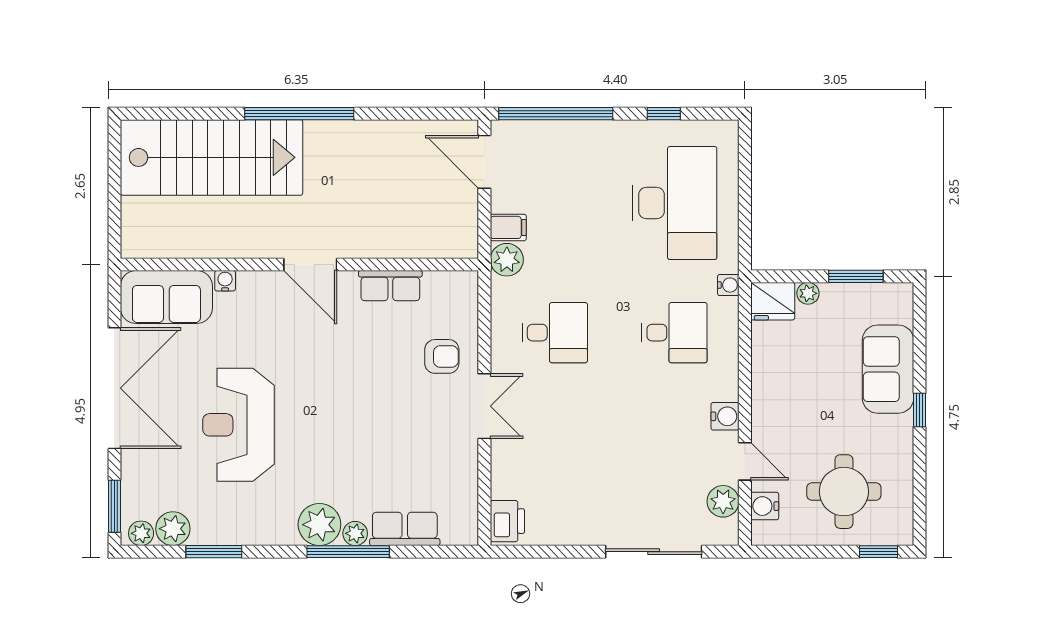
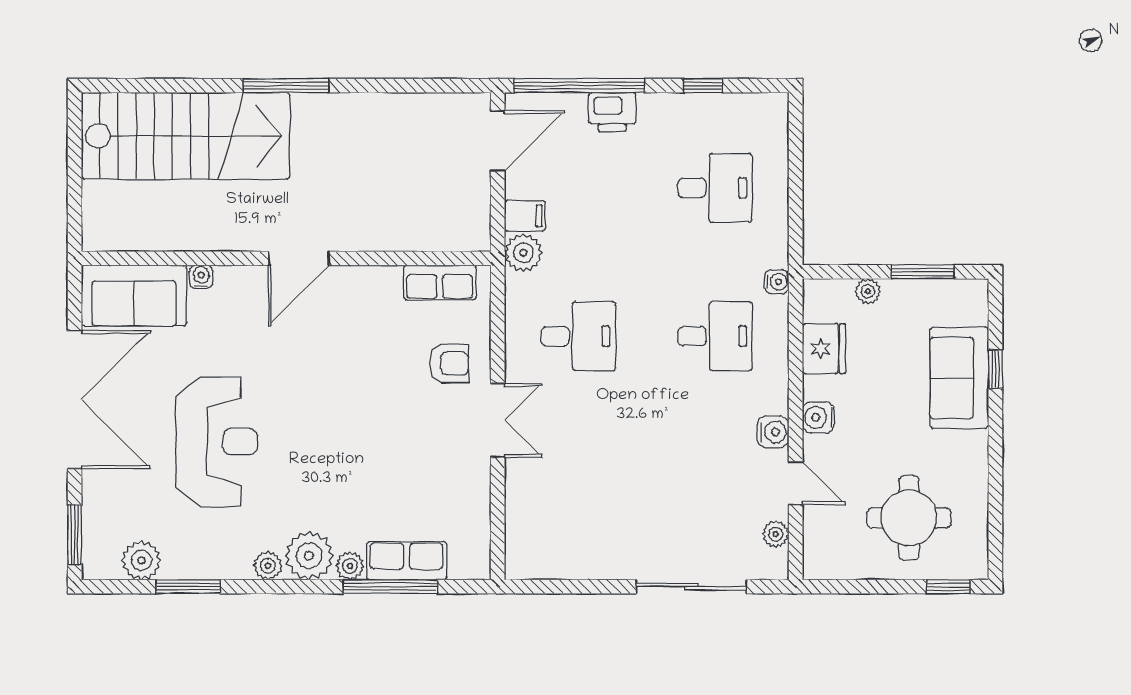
window: (299, 114) -> (286, 86), width x0.68
door: (484, 162) -> (498, 141), swing flipped
desk: (674, 203) -> (715, 188), width x0.53, depth x0.77
door: (310, 265) -> (299, 258), hinge flipped
row of seats: (390, 286) -> (440, 282), moved
fridge: (773, 301) -> (824, 349), moved, turned -90
window: (919, 410) -> (995, 369), moved
reception desk: (239, 425) -> (217, 442), turned 180
plant: (723, 501) -> (776, 534), width x0.73, depth x0.73
water cooler: (765, 506) -> (818, 417), moved
printer: (507, 521) -> (612, 112), moved, turned 90
plant: (141, 533) -> (268, 566), moved
window: (348, 552) -> (390, 587), moved

